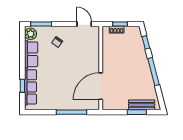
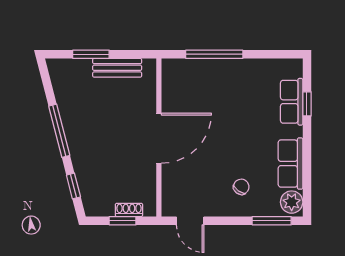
door: (101, 86) -> (159, 138), moved
row of seats: (31, 87) -> (292, 102), width x0.68
bench: (142, 105) -> (117, 68), moved

